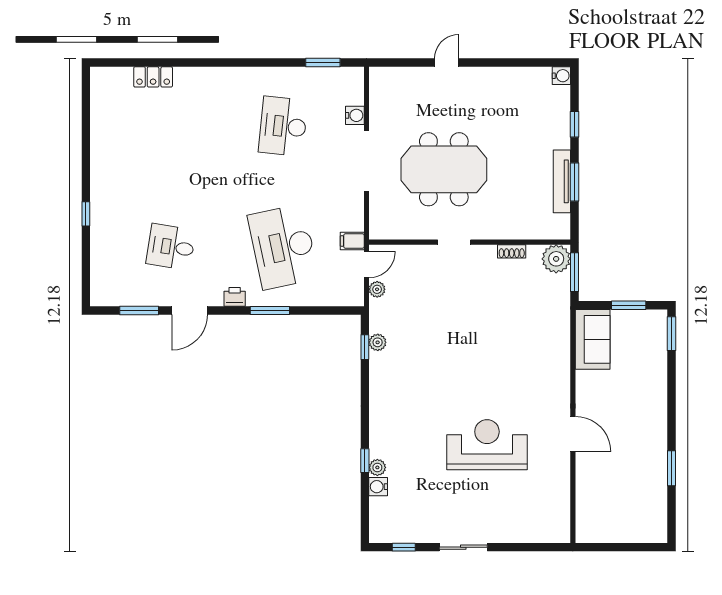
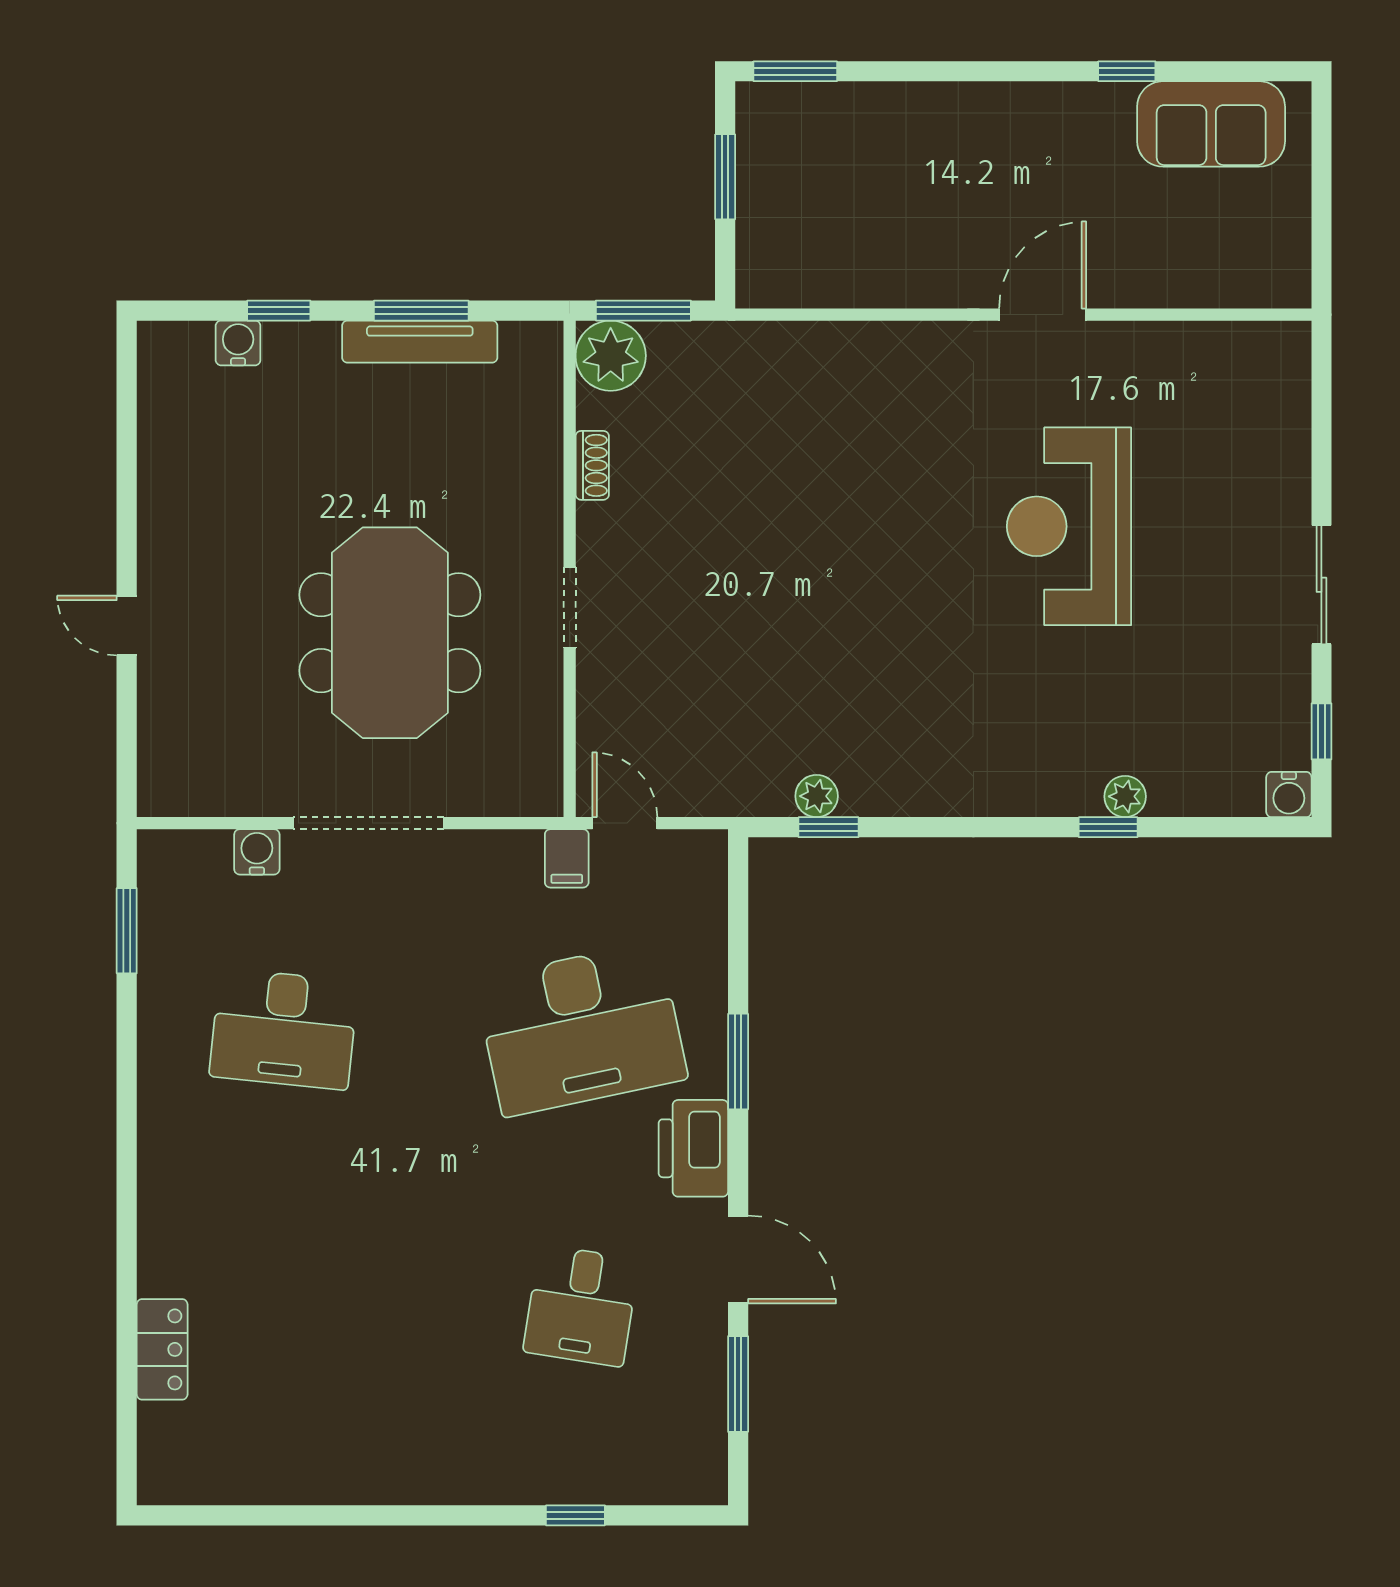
water cooler: (561, 76) -> (238, 343), moved
window: (86, 214) -> (575, 1515), moved
plant: (377, 289) -> (686, 797), removed
printer: (235, 297) -> (693, 1148), width x1.87, depth x1.48
sofa: (593, 339) -> (1211, 124), moved, turned 180
window: (672, 468) -> (1127, 71), width x0.67
water cooler: (378, 487) -> (1289, 795), moved

